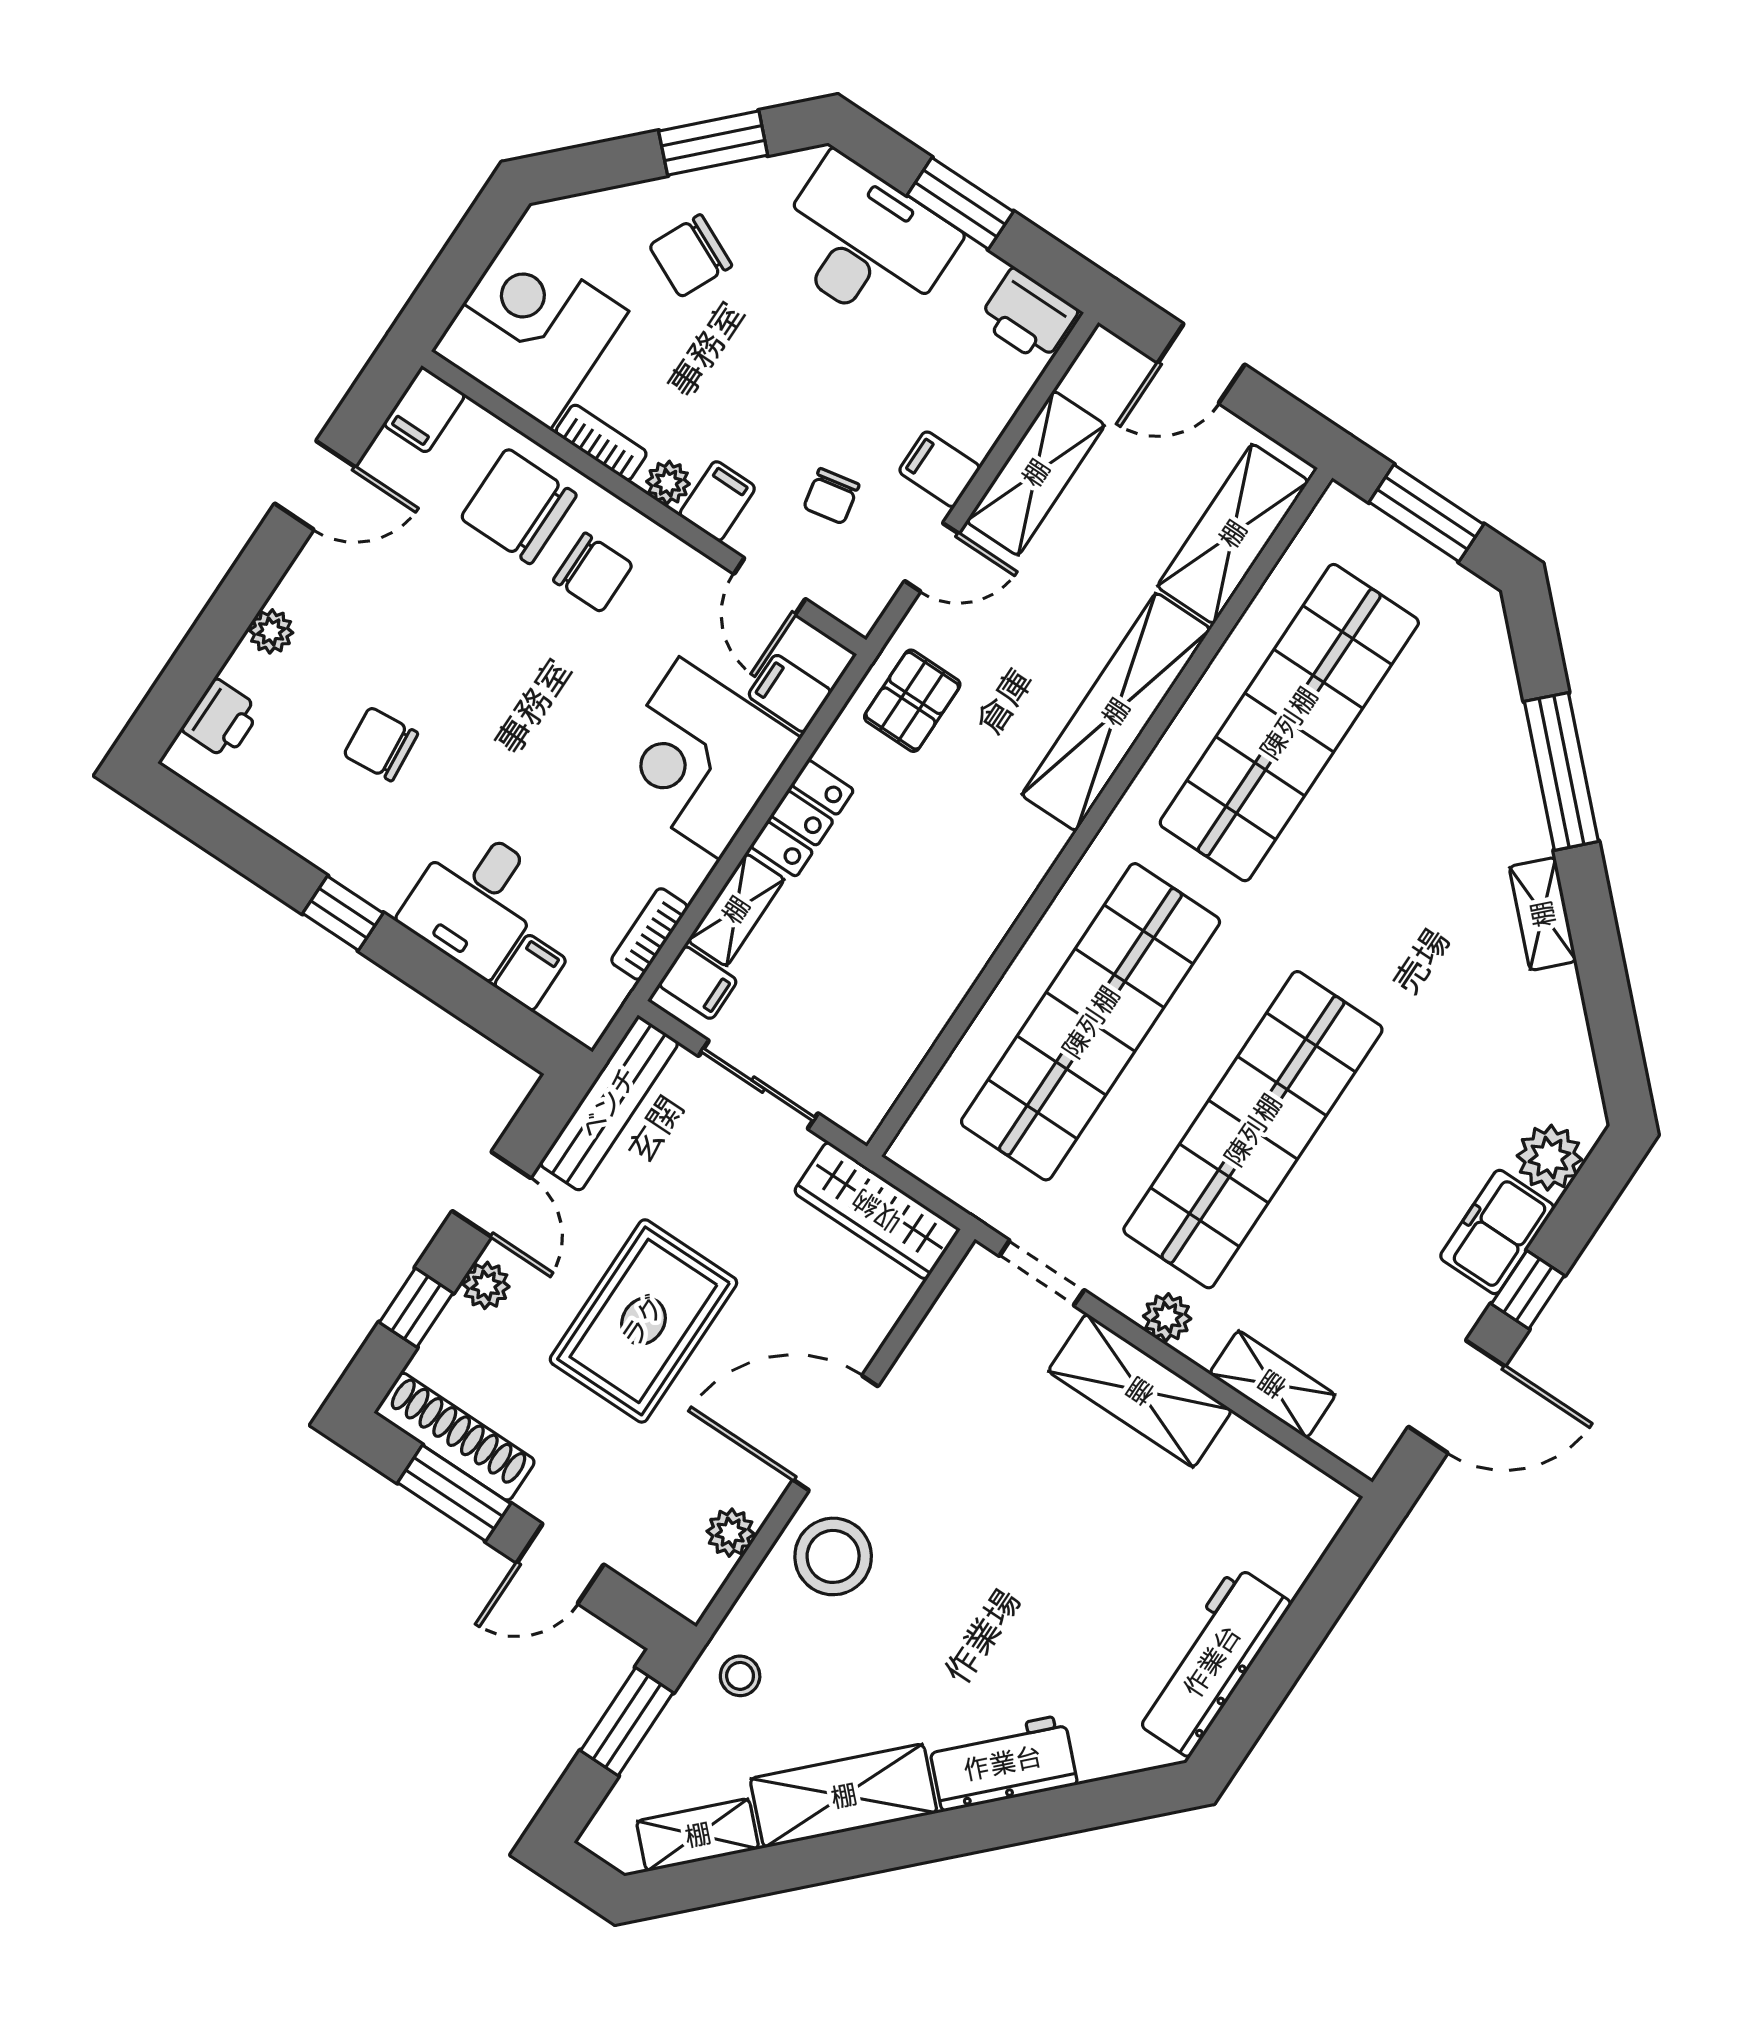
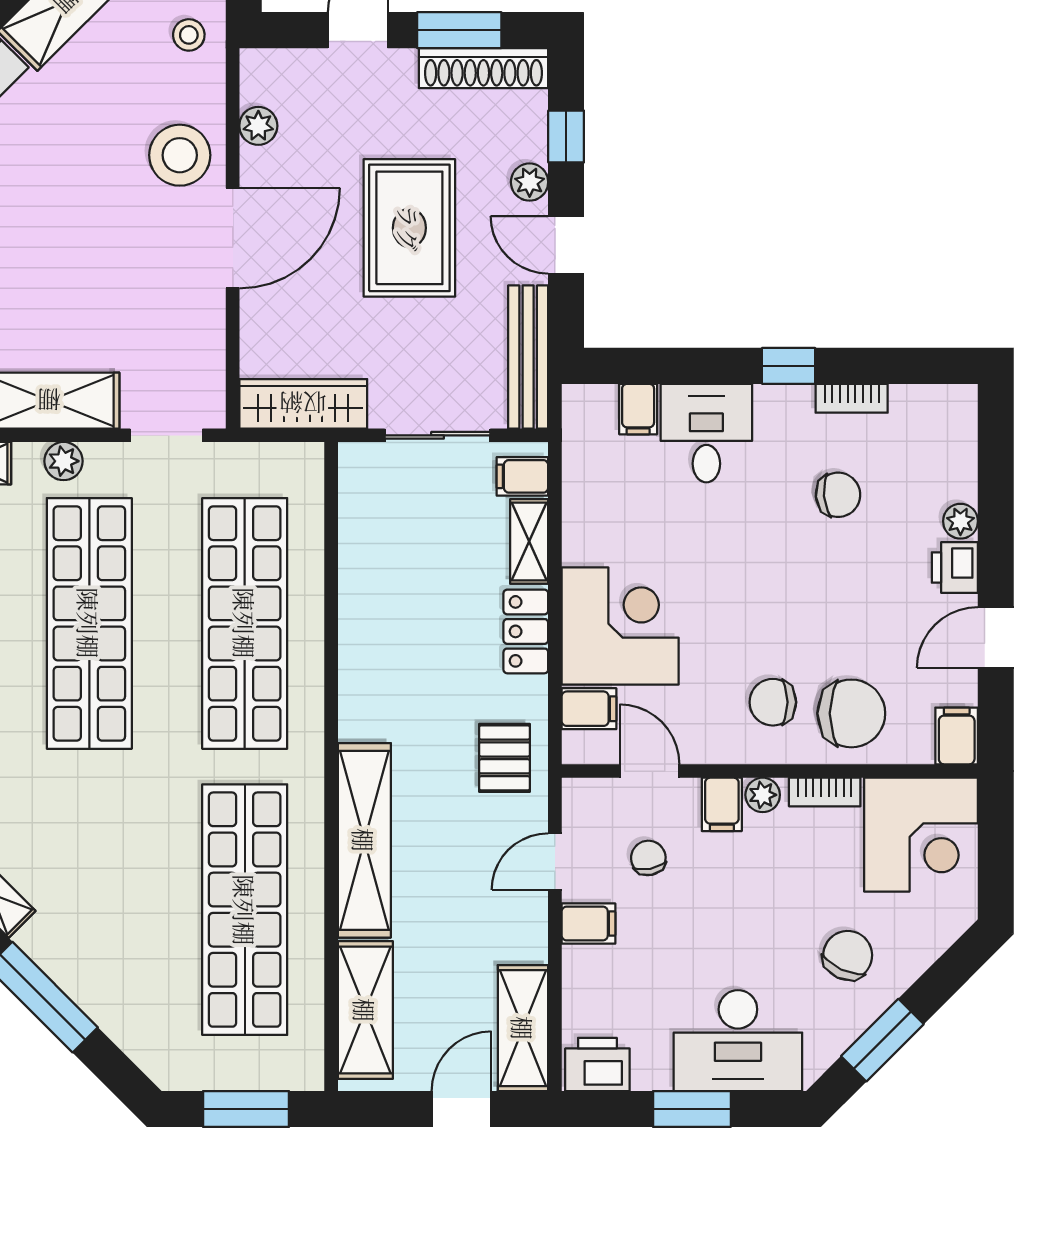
shelving: (1036, 473) -> (523, 1028), moved
printer: (221, 719) -> (955, 568), moved
bookcase: (649, 934) -> (852, 398), moved, turned 90

